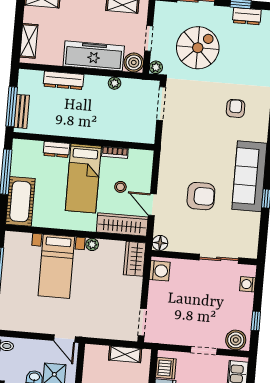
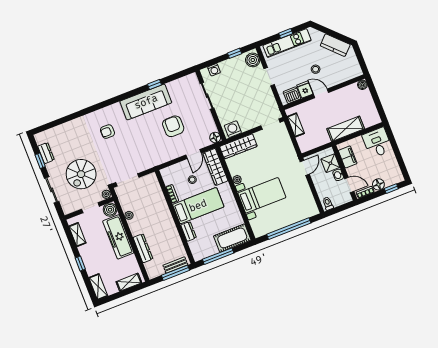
spiral stairs: (198, 48) -> (81, 174), turned -90
wardrobe: (135, 259) -> (238, 146), width x1.50

